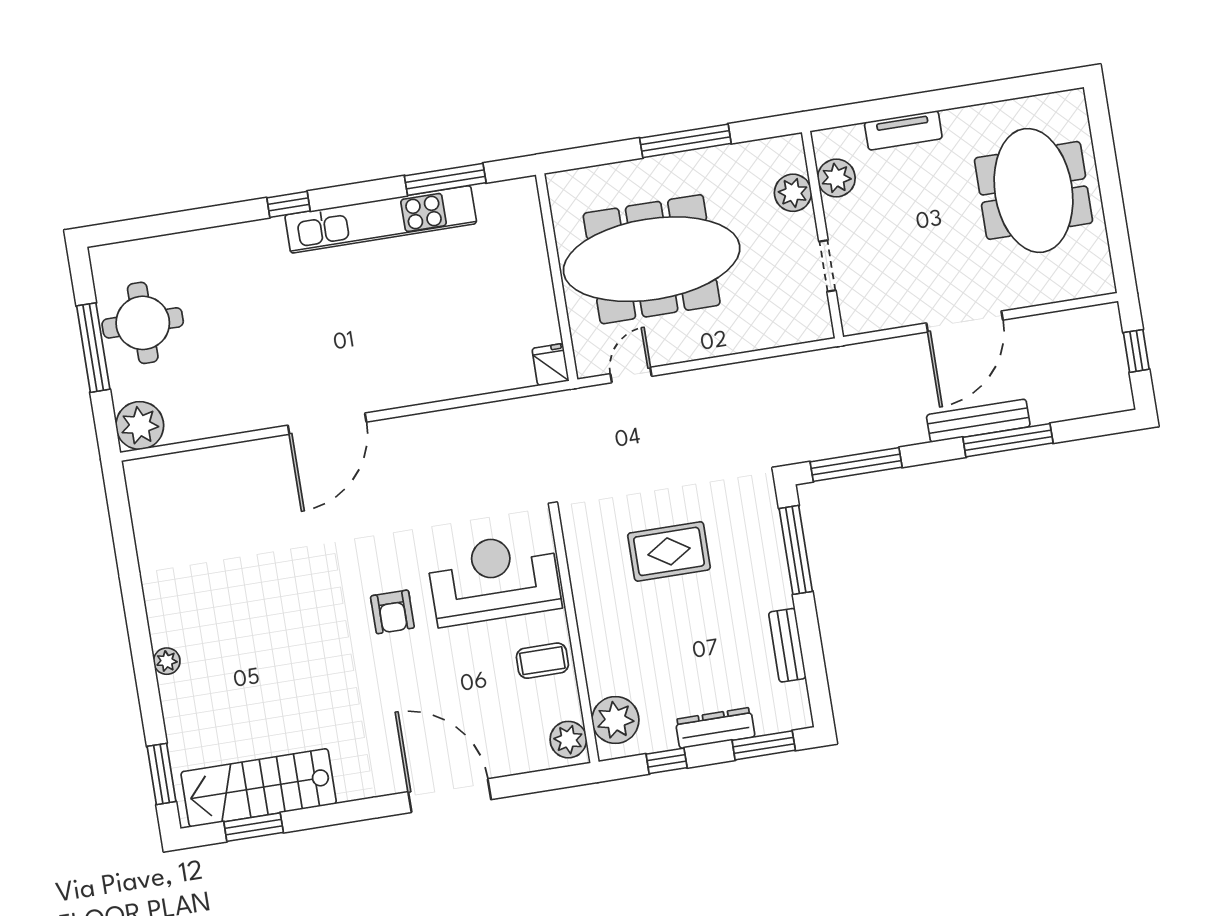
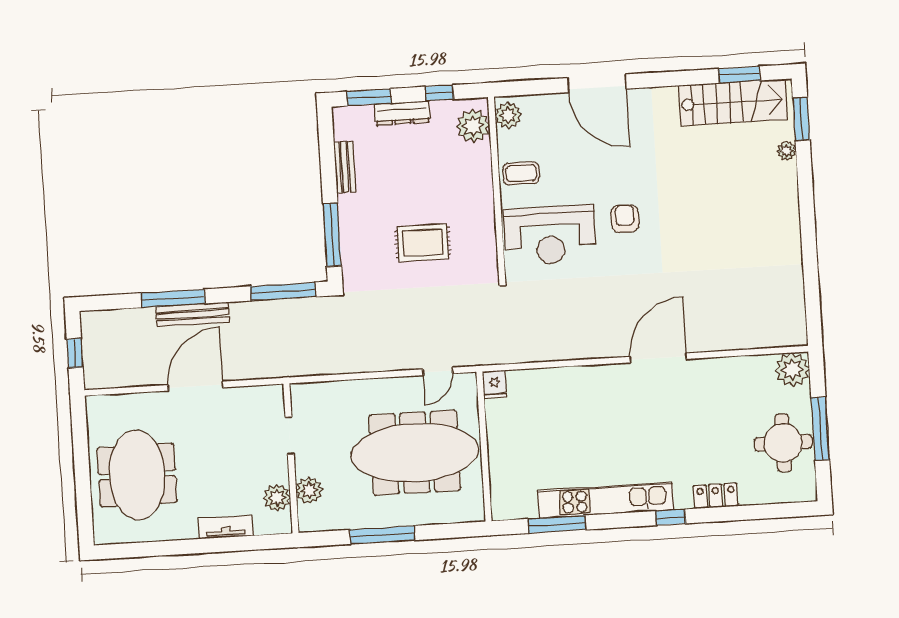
locker: (229, 240) -> (716, 496), added
plant: (167, 661) -> (787, 151), moved

